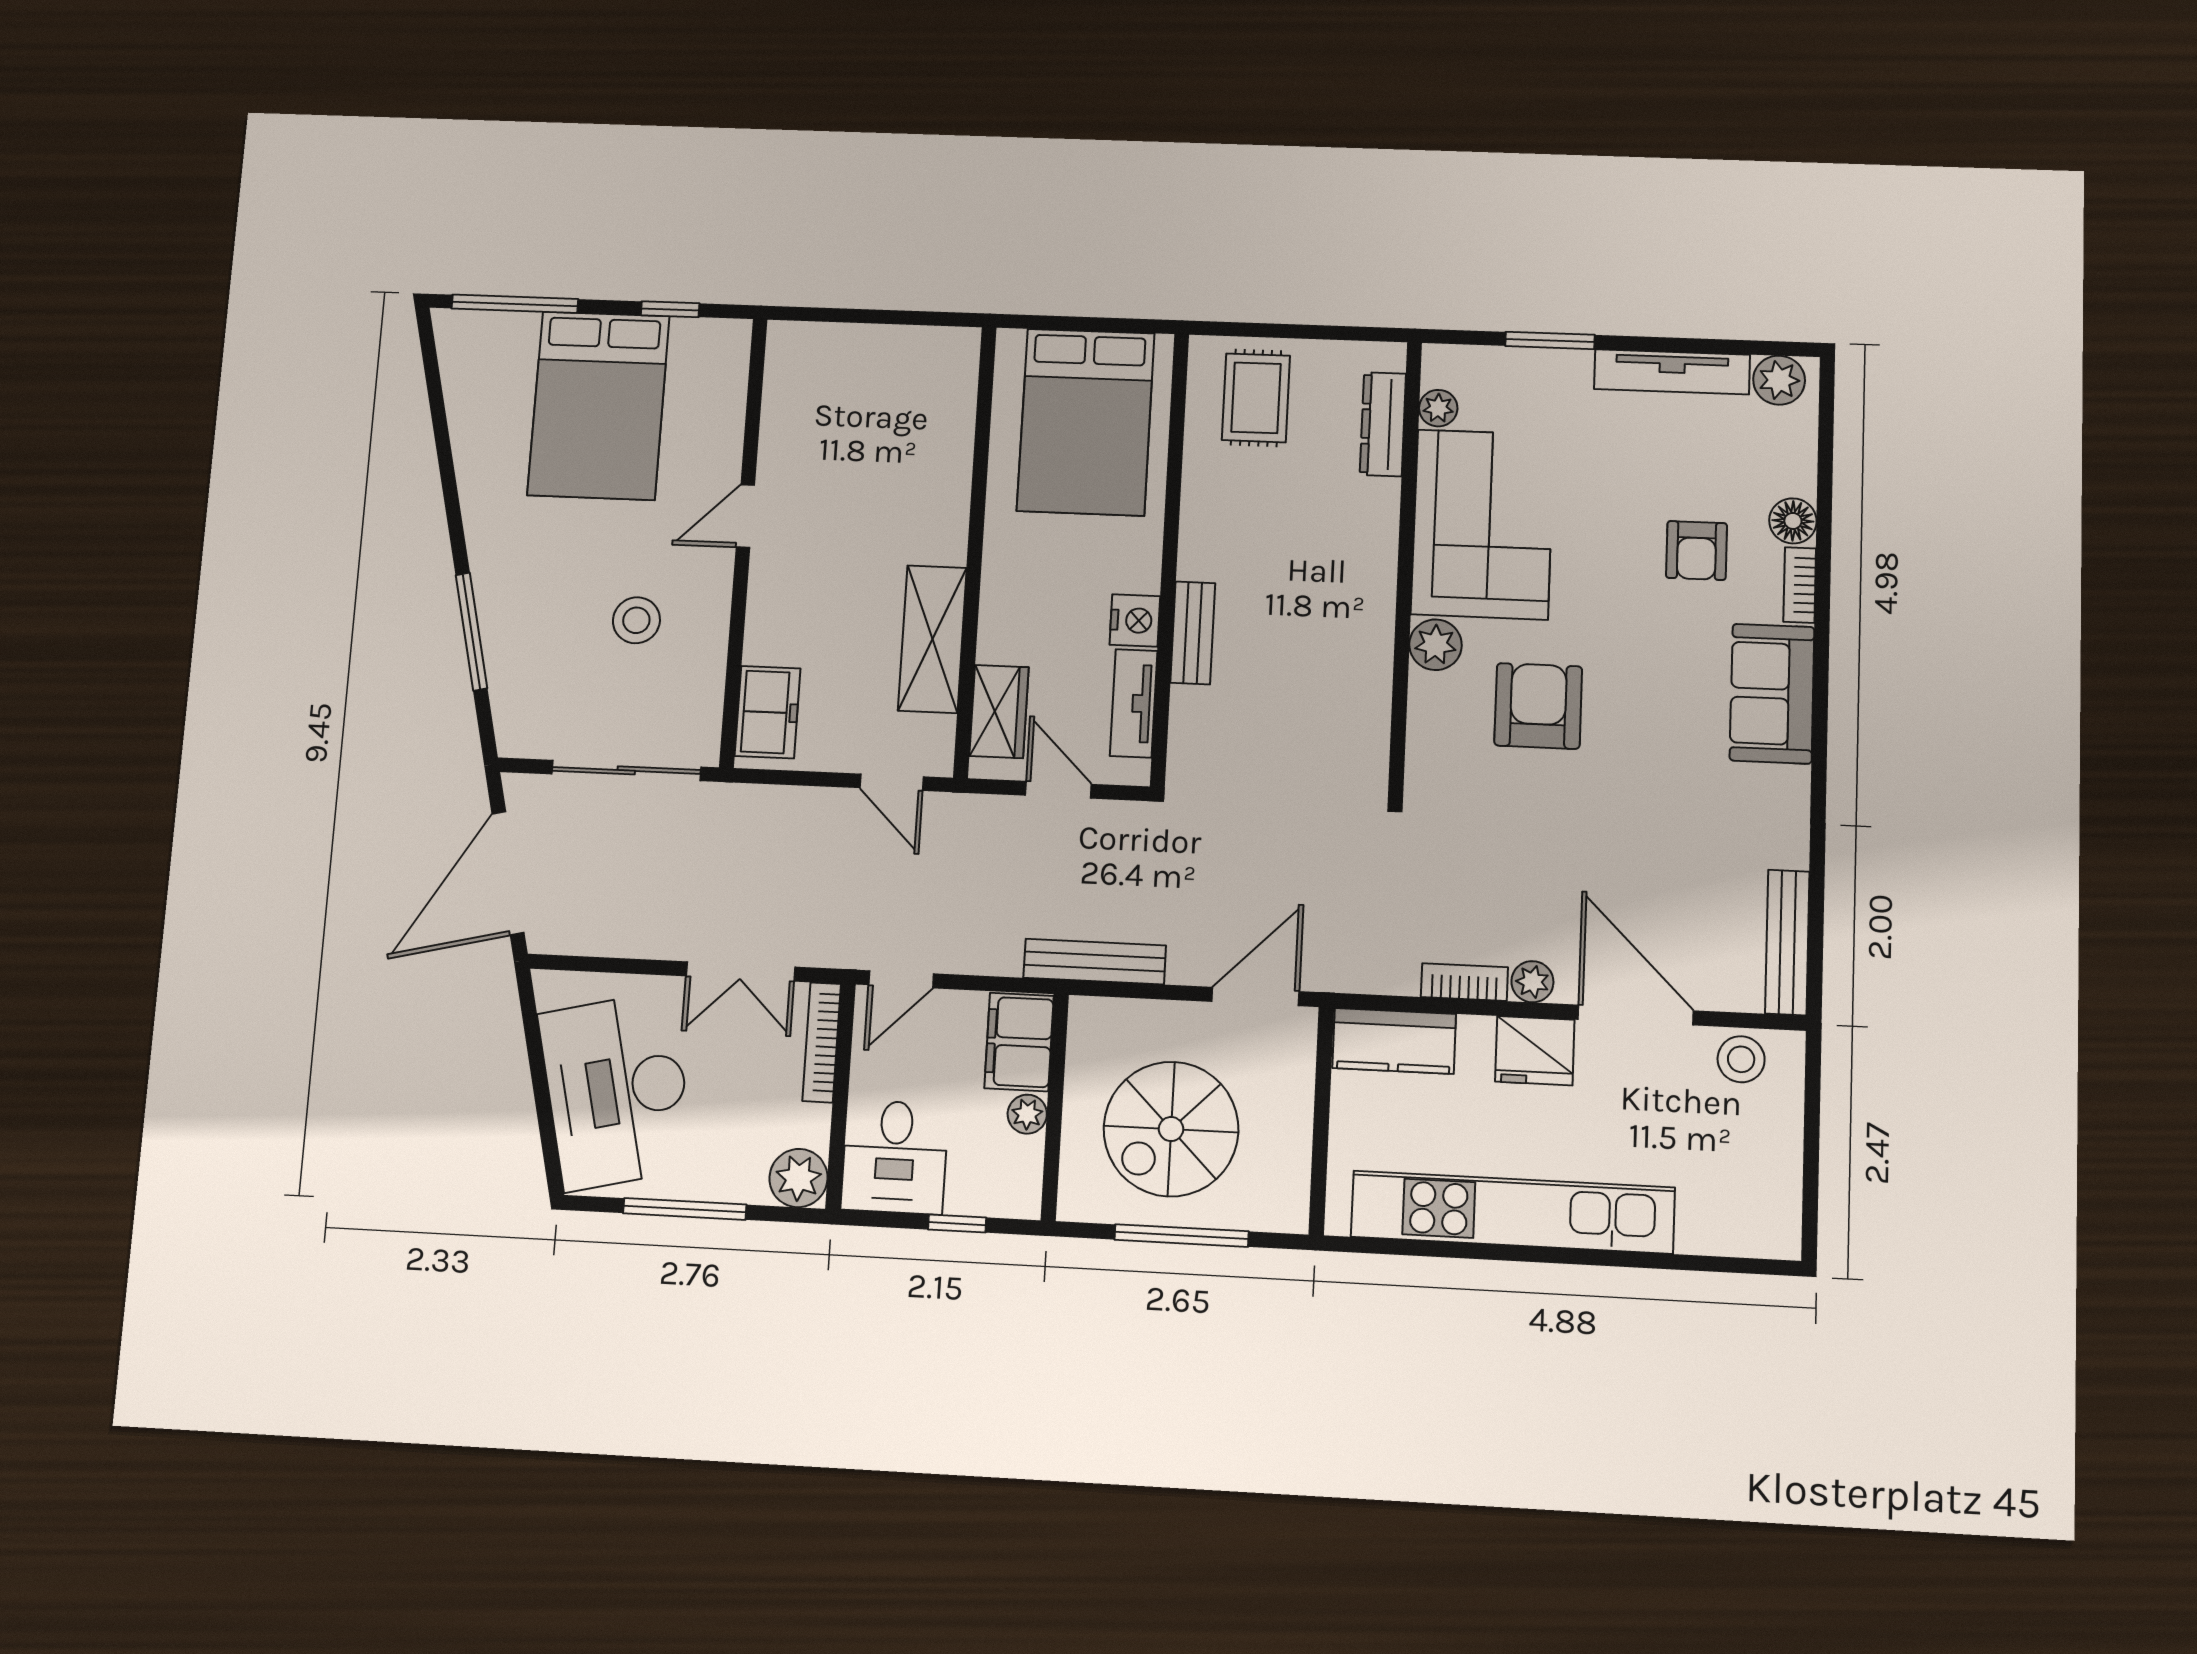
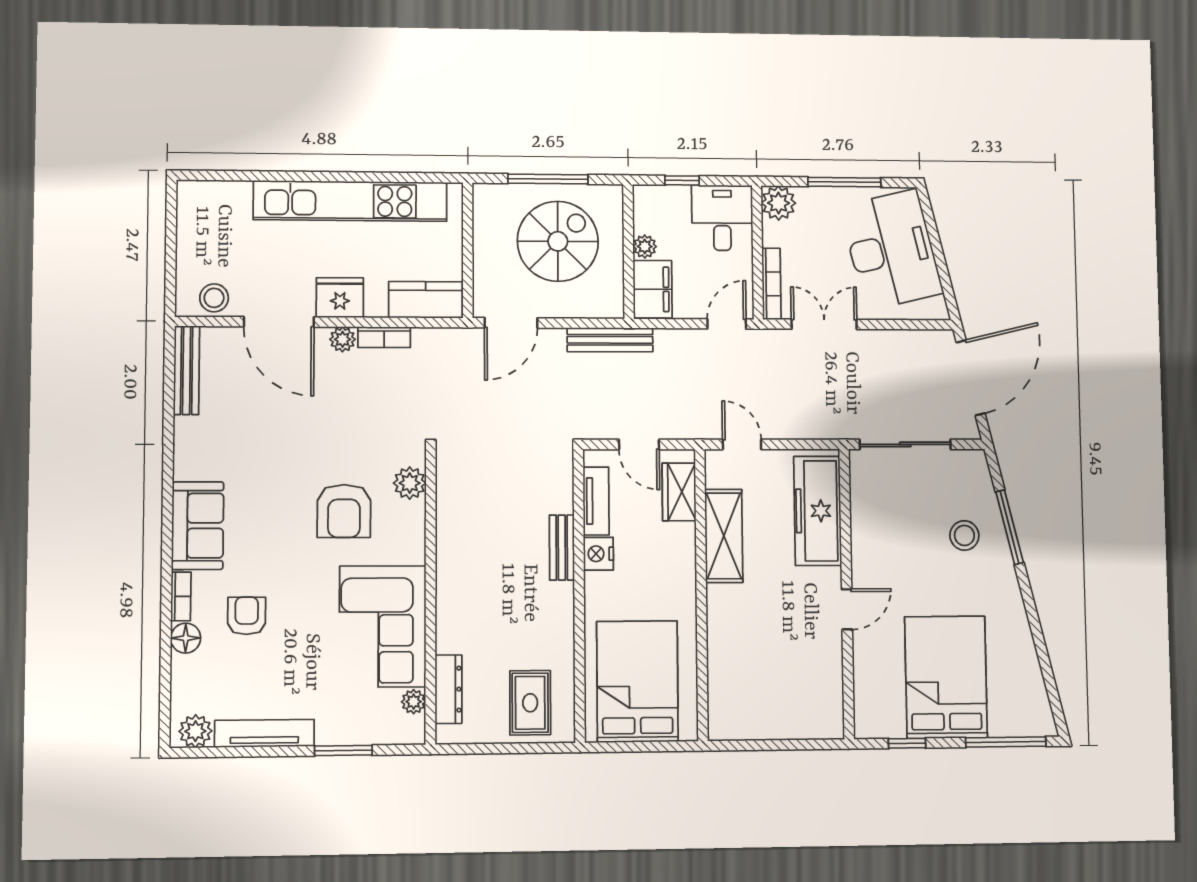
stool: (636, 620) -> (964, 535), moved
plant: (1436, 645) -> (410, 483), moved
freezer: (767, 712) -> (818, 511), width x1.91, depth x1.26

